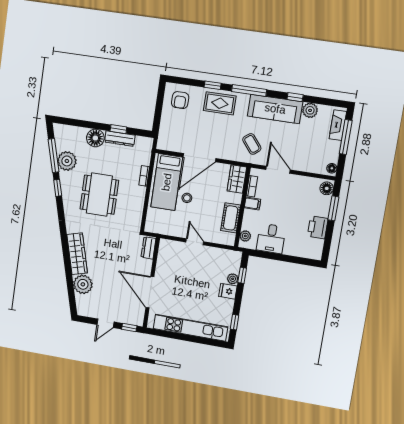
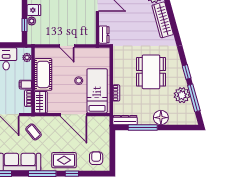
window: (118, 129) -> (143, 127), width x2.17
dresser: (120, 139) -> (125, 120), moved
door: (199, 158) -> (74, 115), swing flipped
cot: (231, 218) -> (43, 74), width x1.37, depth x1.34

